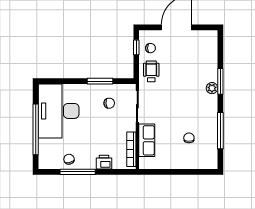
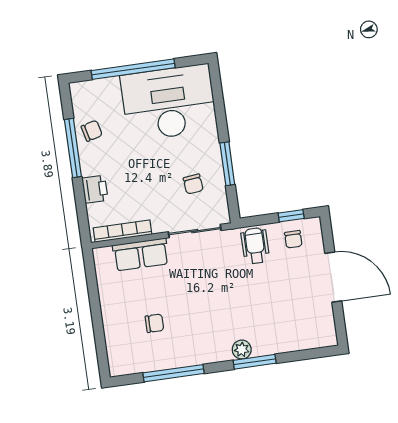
wheelchair: (151, 71) -> (255, 246), turned -90

